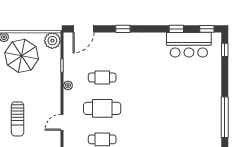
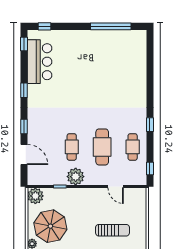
door: (83, 29) -> (24, 155), moved
window: (176, 29) -> (24, 90), moved
plant: (68, 85) -> (76, 177), width x1.88, depth x1.88

